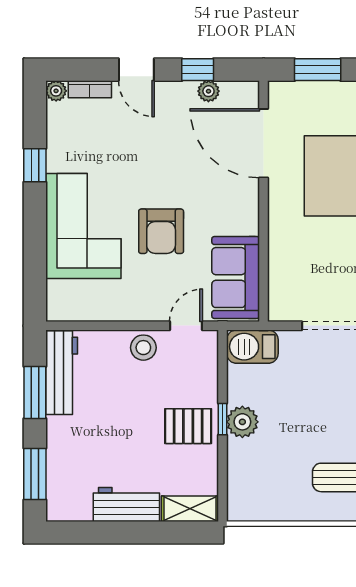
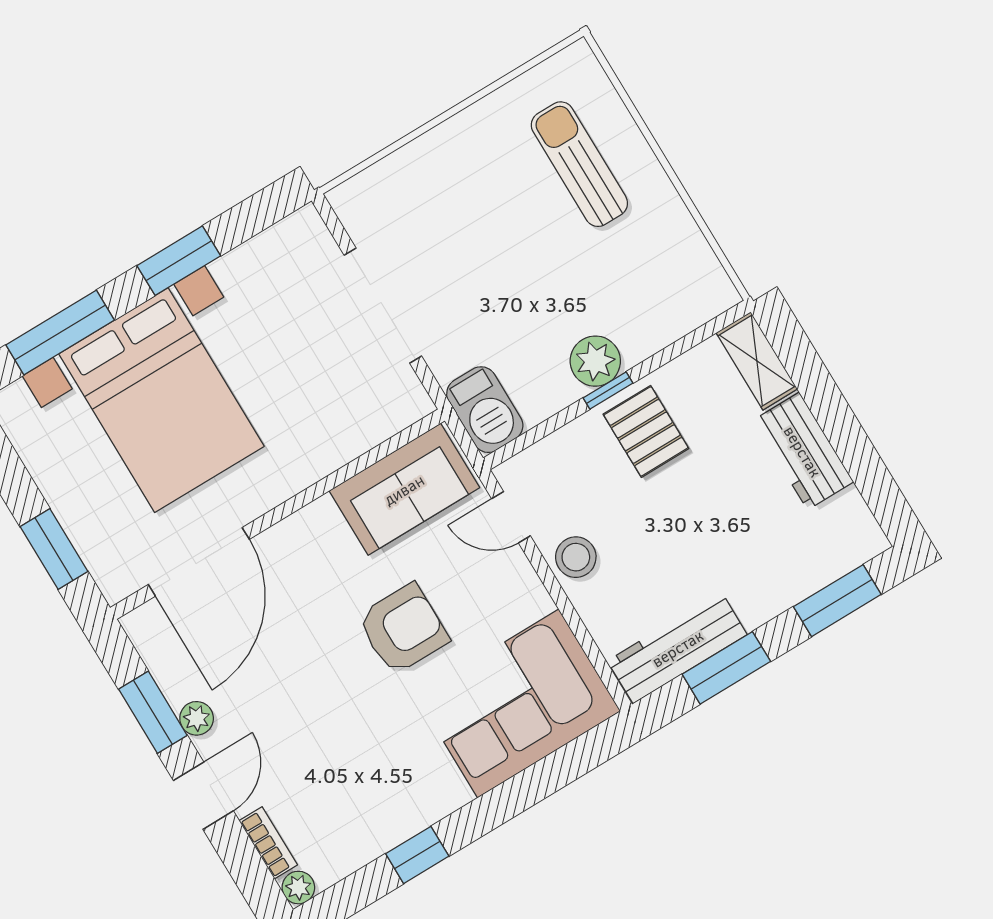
window: (198, 70) -> (153, 712), width x1.50
plant: (208, 91) -> (197, 718), moved
corner sofa: (83, 226) -> (518, 703), moved

